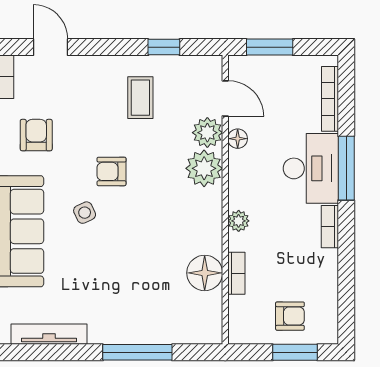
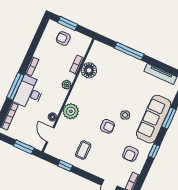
plant: (207, 133) -> (63, 125), removed

